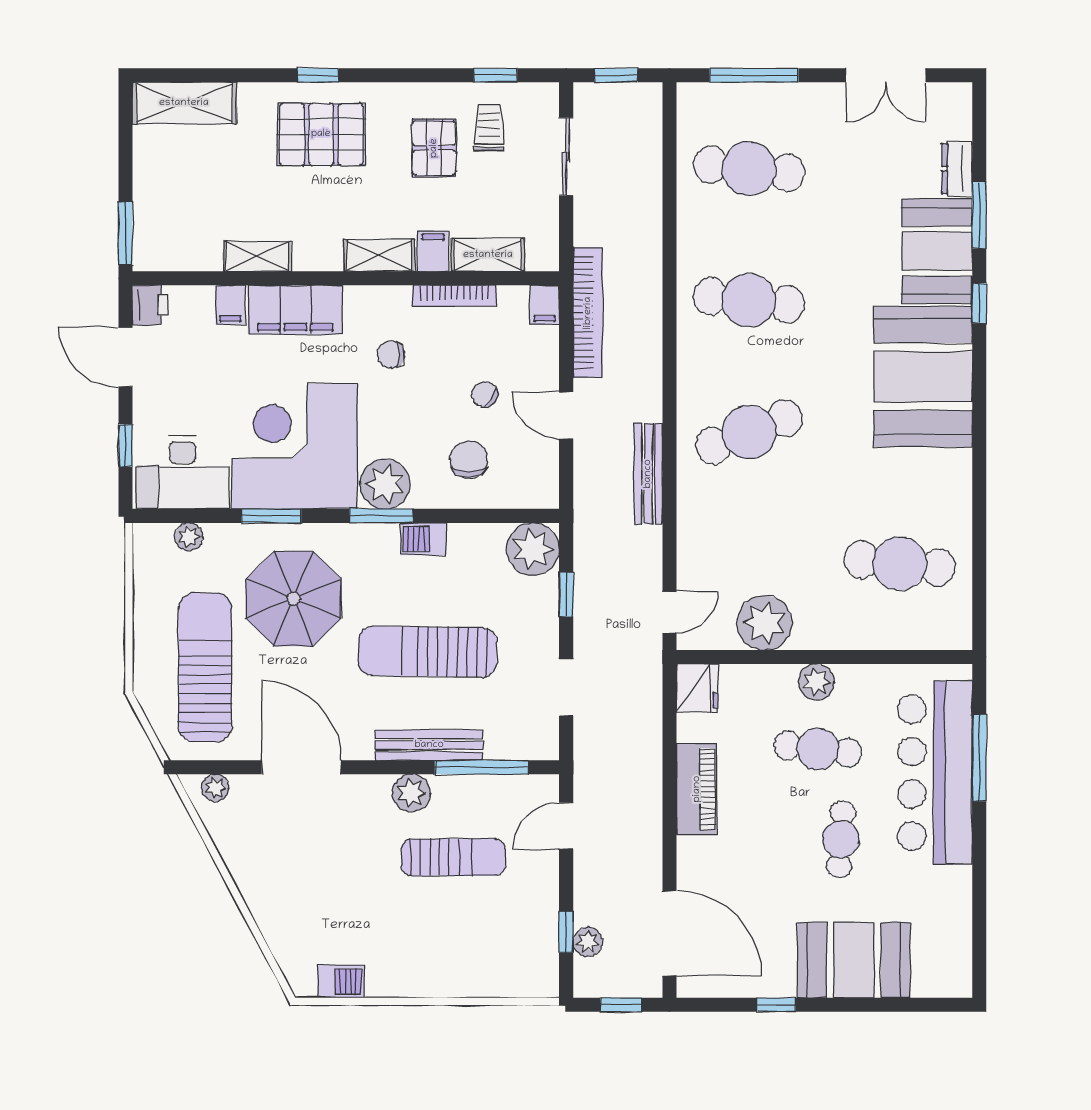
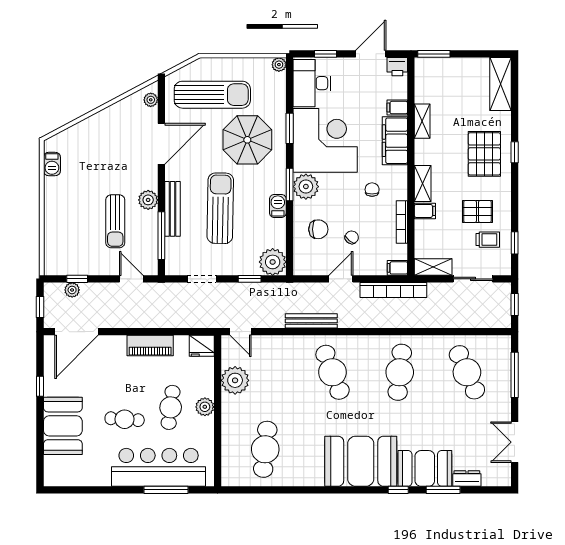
cafe table: (749, 169) -> (467, 372), turned -30
shelving: (488, 255) -> (433, 267), moved, turned 90
plant: (189, 537) -> (279, 65), moved

